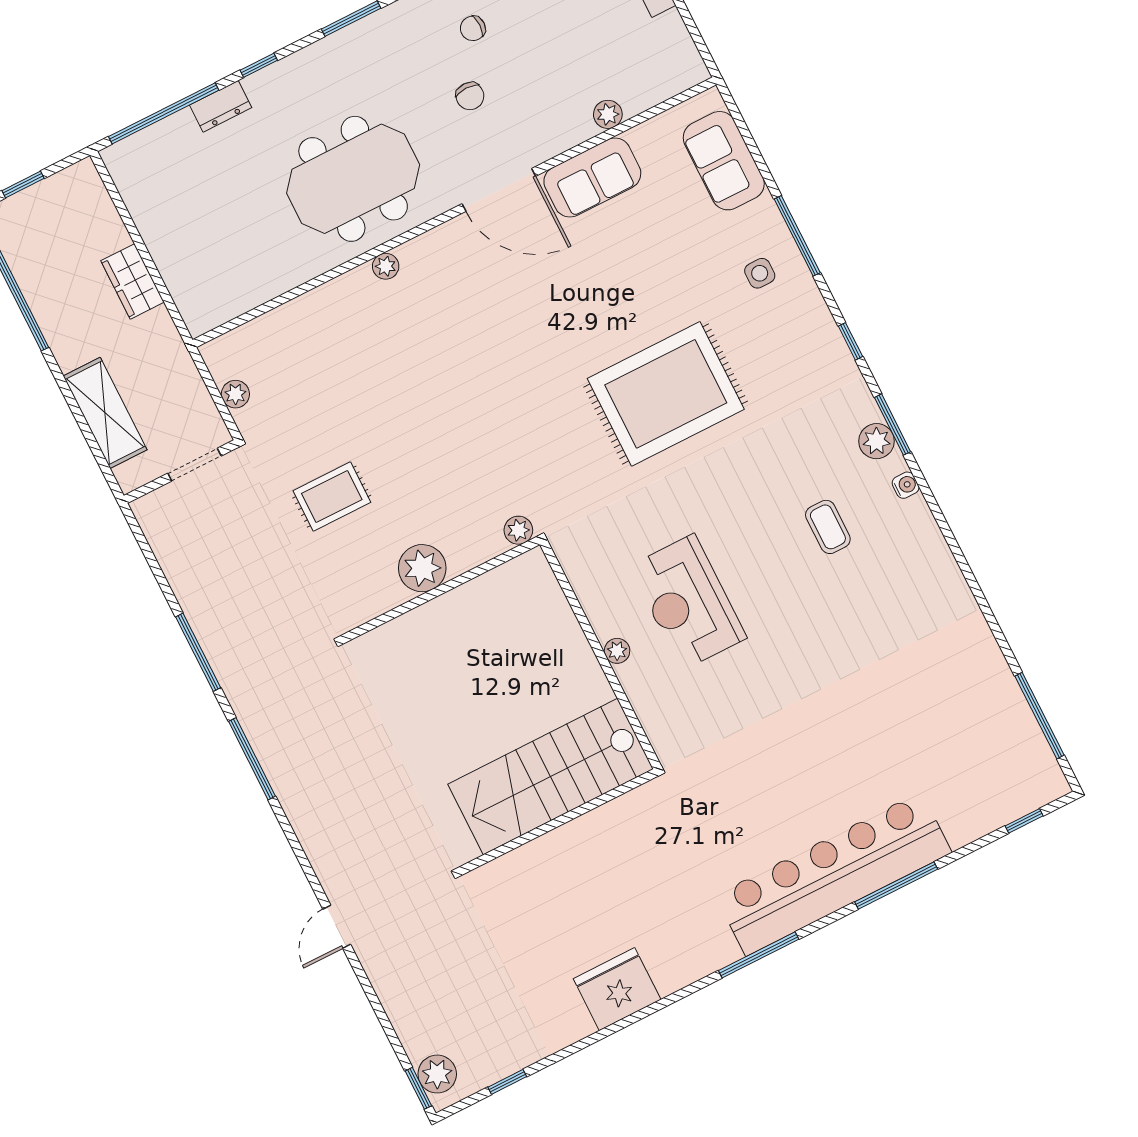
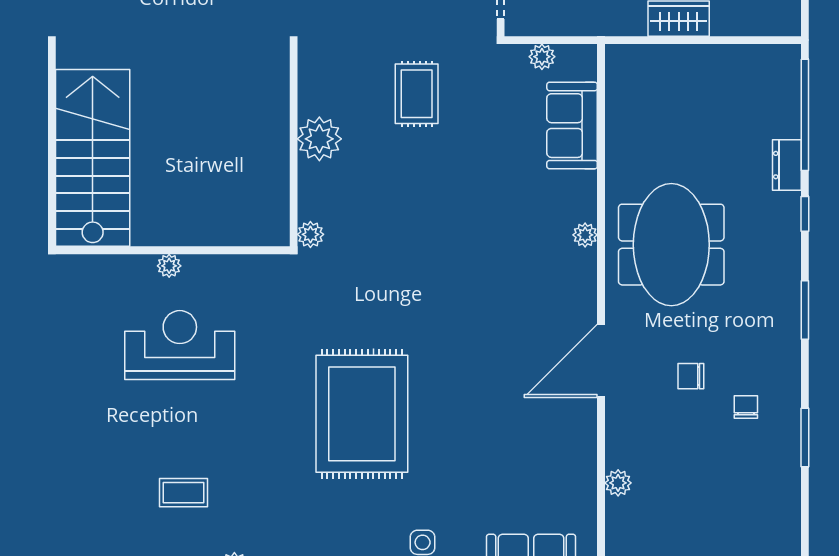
sofa: (592, 177) -> (572, 126), moved

